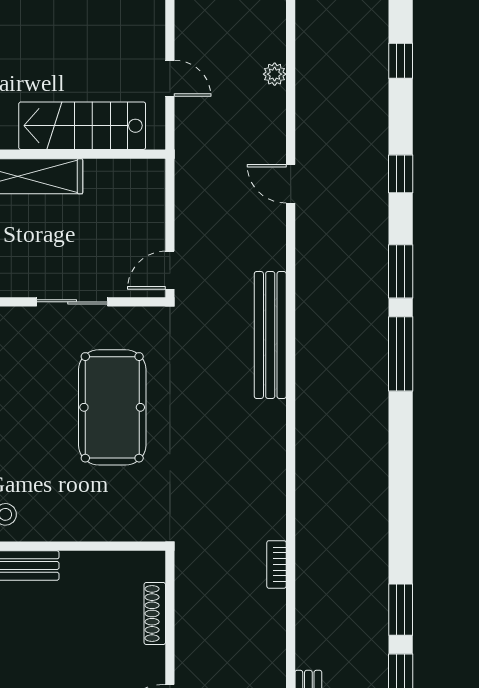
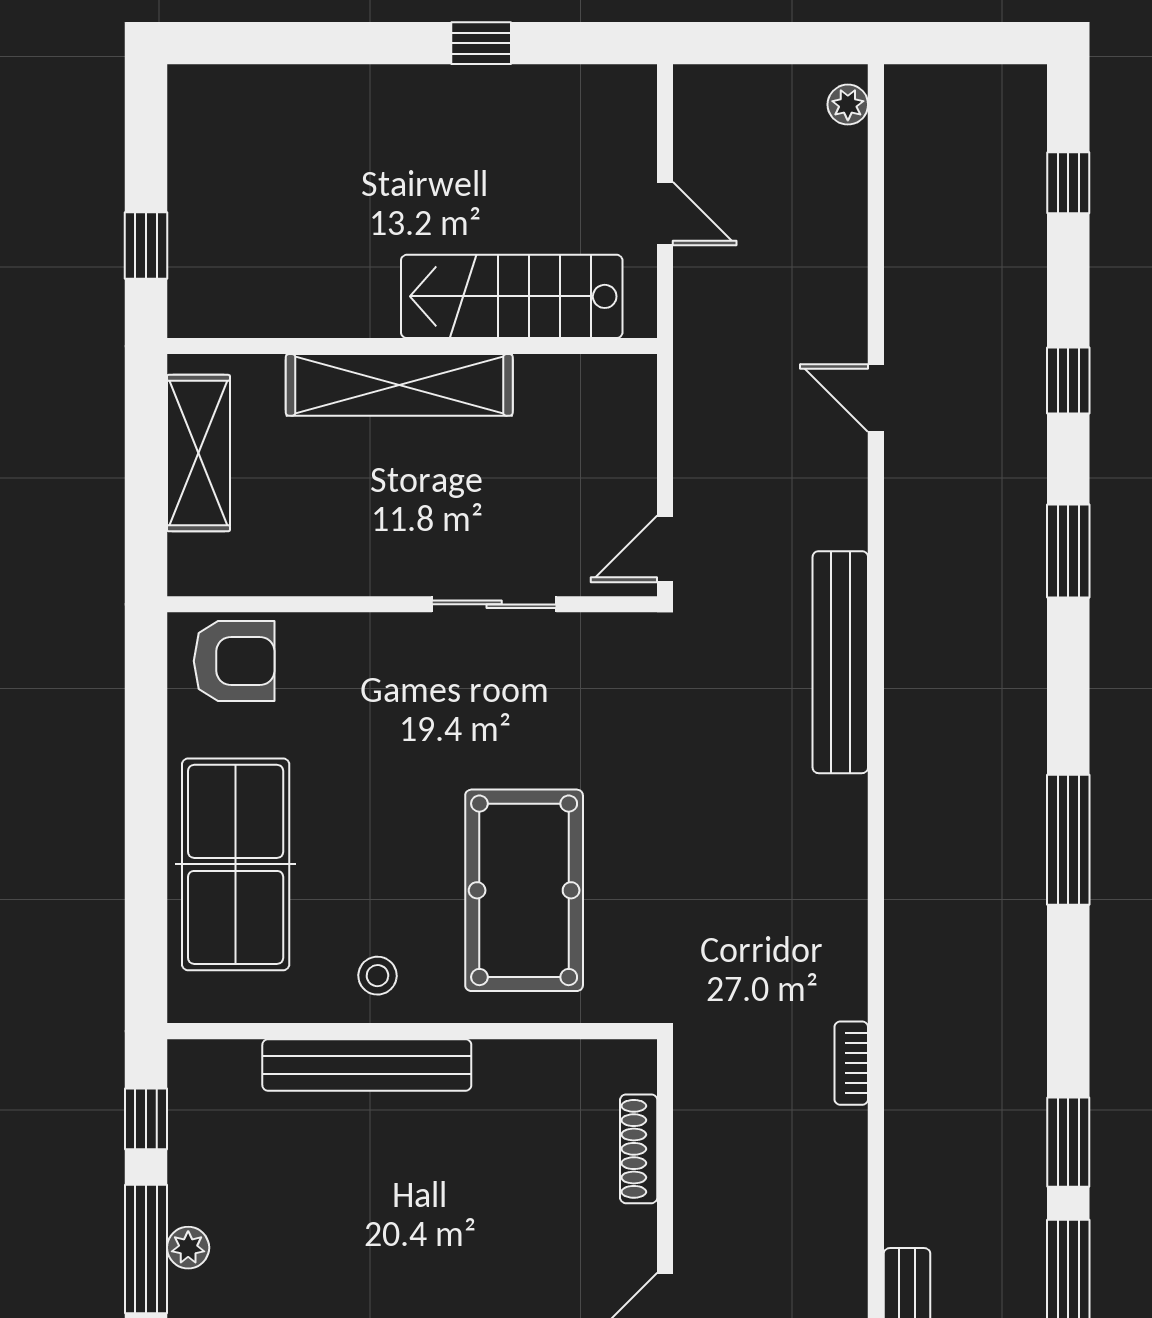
plant: (275, 74) -> (848, 105), moved
window: (401, 354) -> (1068, 840), moved
pool table: (112, 407) -> (524, 890), moved

